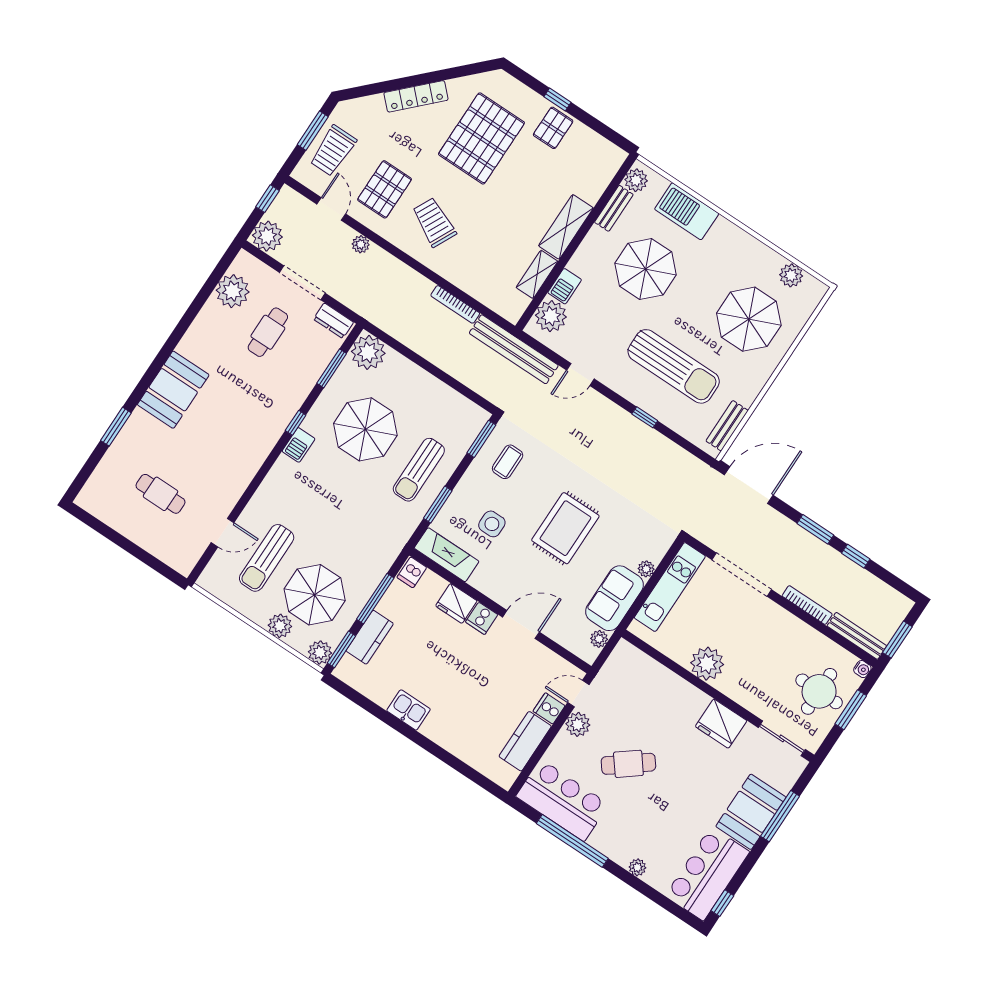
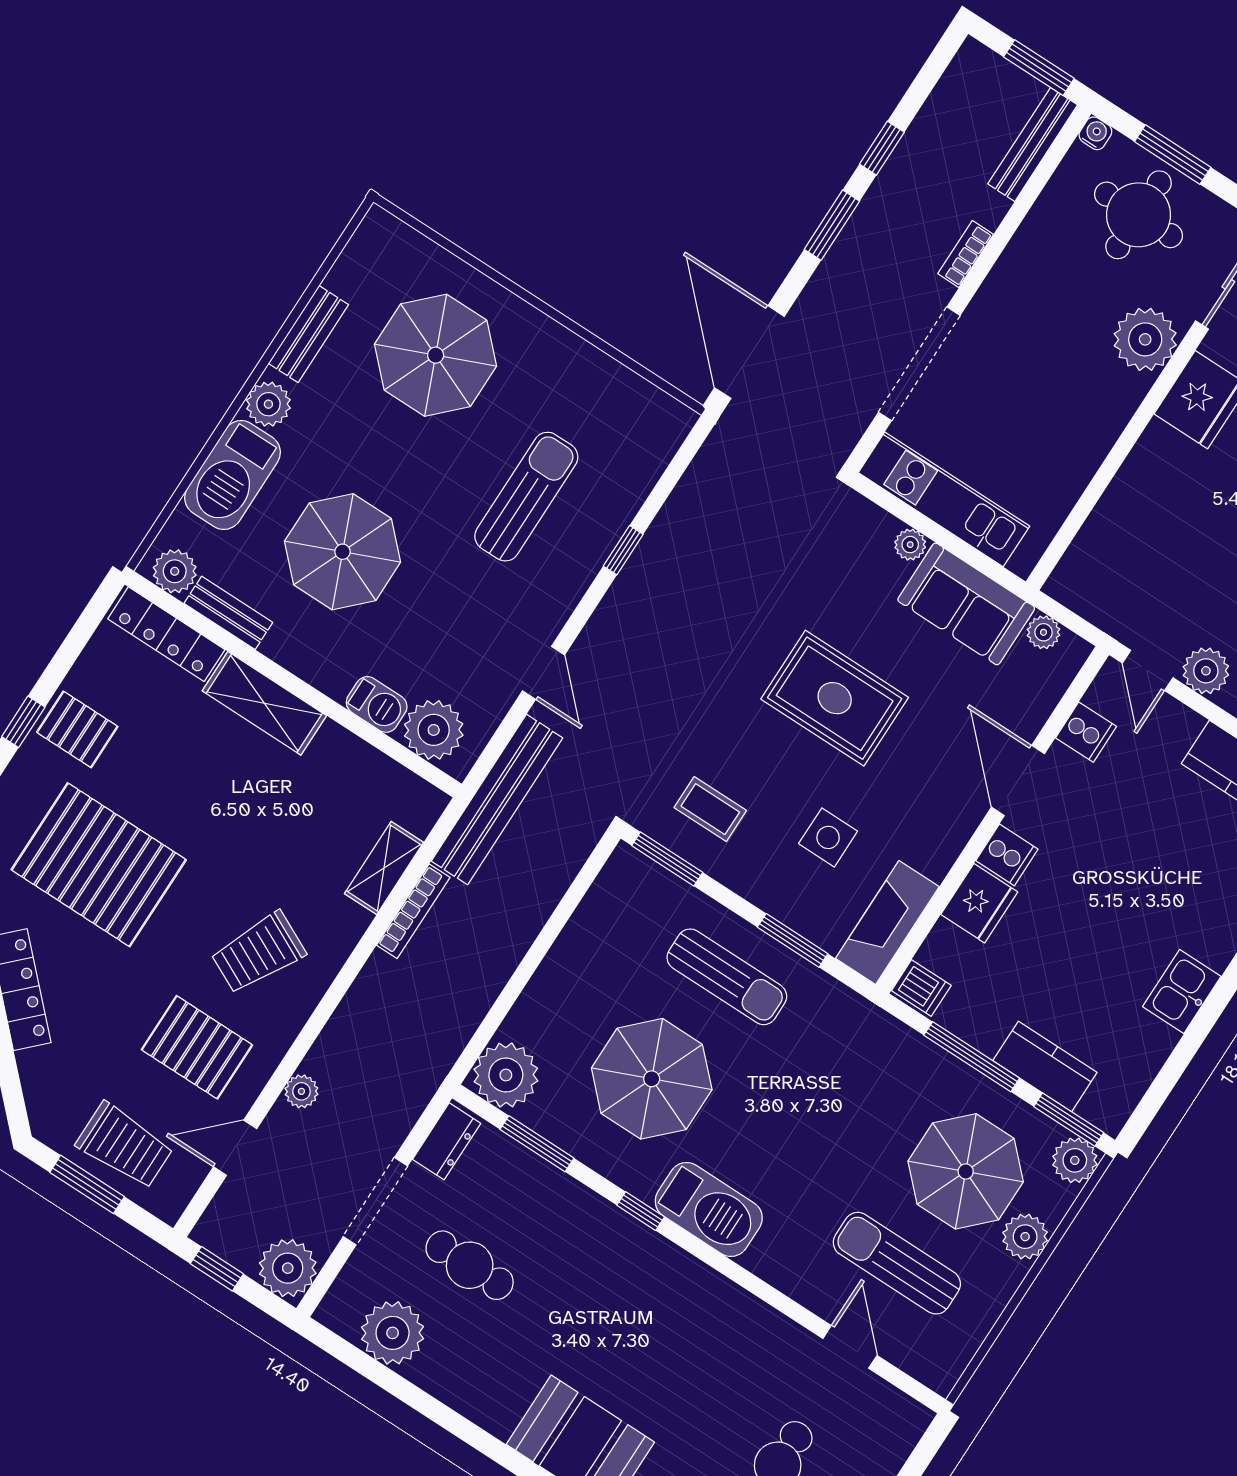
locker: (603, 175) -> (166, 634), added
shelving: (537, 274) -> (384, 868), moved, turned 90
plant: (791, 275) -> (268, 404), moved
sun lounger: (674, 366) -> (526, 497), width x0.73, depth x0.75
bench: (727, 426) -> (308, 334), moved, turned 90
barbecue: (299, 445) -> (709, 1209), width x1.88, depth x1.53
sun lounger: (267, 558) -> (897, 1263), turned 180
bookcase: (807, 605) -> (966, 254), width x0.64
plant: (707, 664) -> (1145, 339), moved
cooker: (549, 708) -> (1086, 732), moved, turned -90

